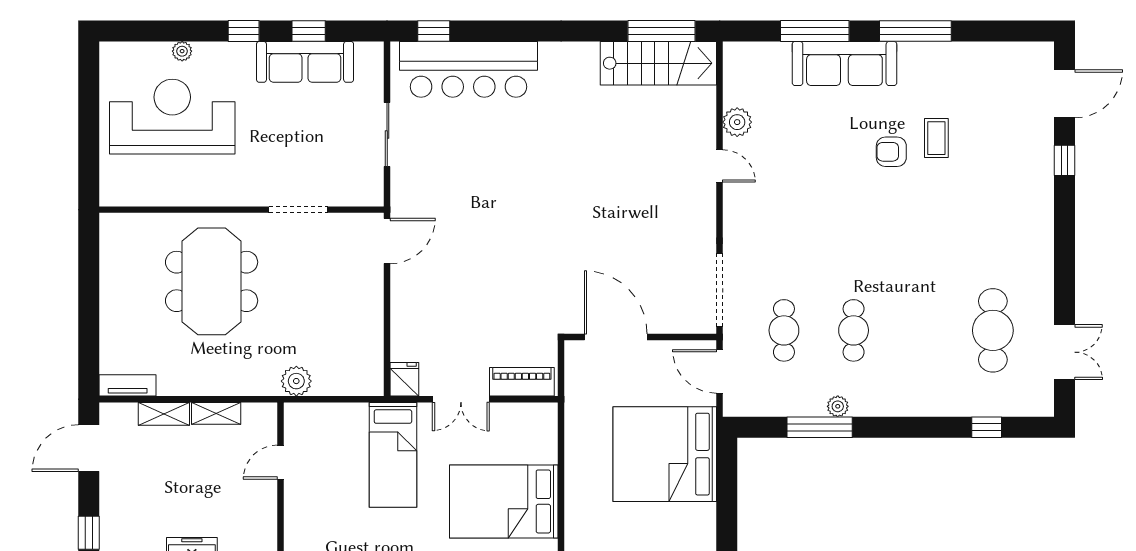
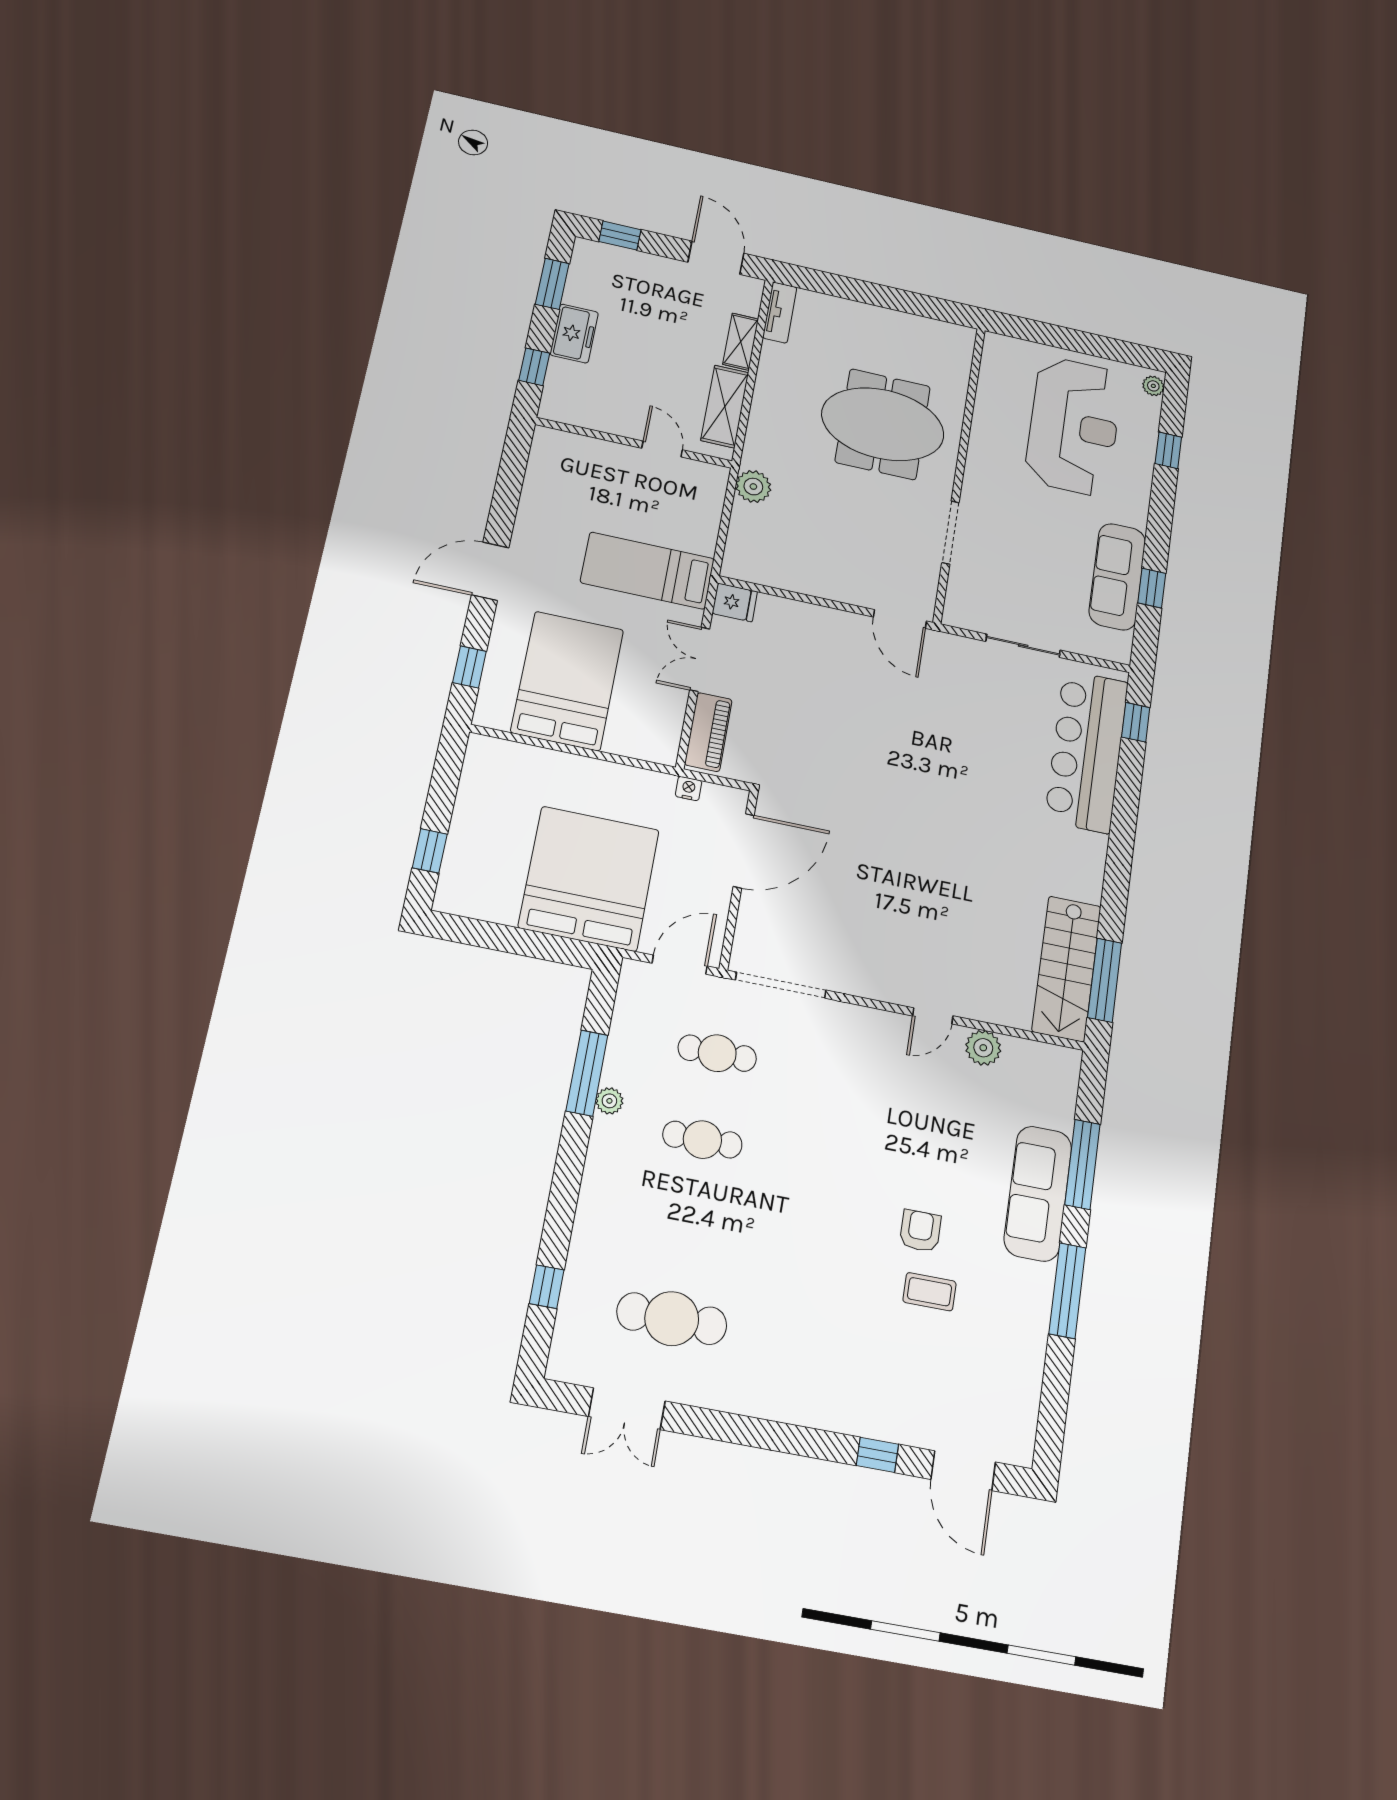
window: (244, 31) -> (1168, 450), moved
plant: (182, 51) -> (1153, 386), moved
nightstand: (573, 389) -> (689, 788), added
shelving: (216, 413) -> (725, 406), width x1.50, depth x1.33

